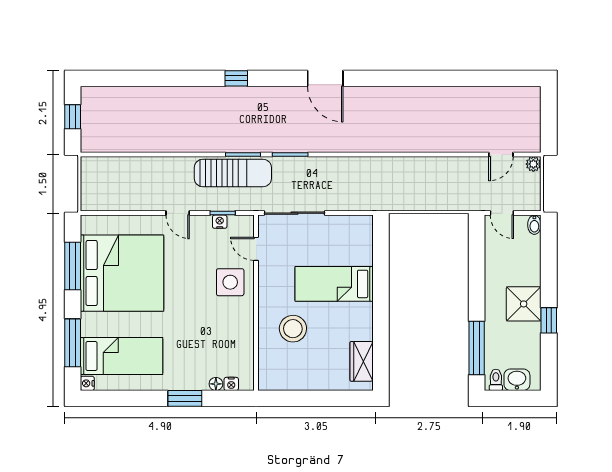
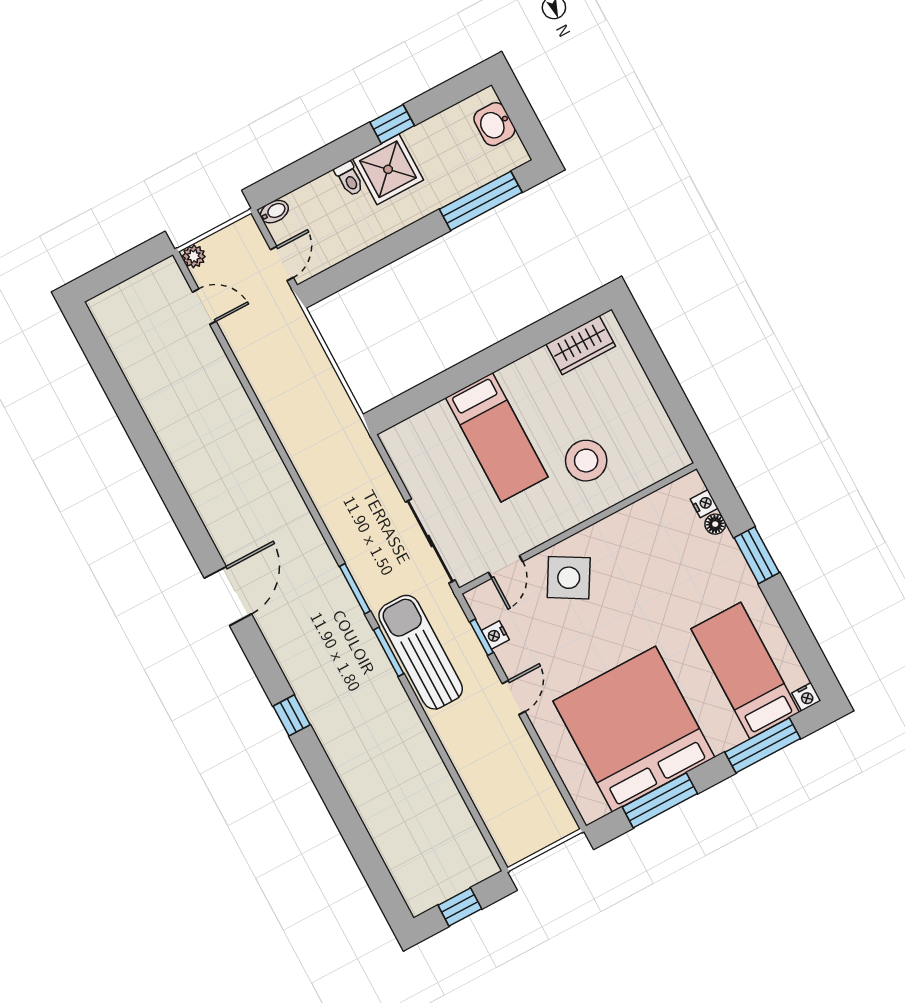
side table: (230, 282) -> (569, 578), turned 30
toilet: (496, 380) -> (349, 179), moved, turned -90

